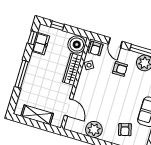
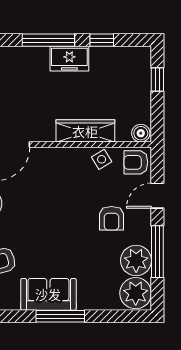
window: (32, 38) -> (102, 40), moved
freezer: (41, 44) -> (69, 59), moved
boiler: (77, 44) -> (141, 133), width x0.54, depth x0.54

